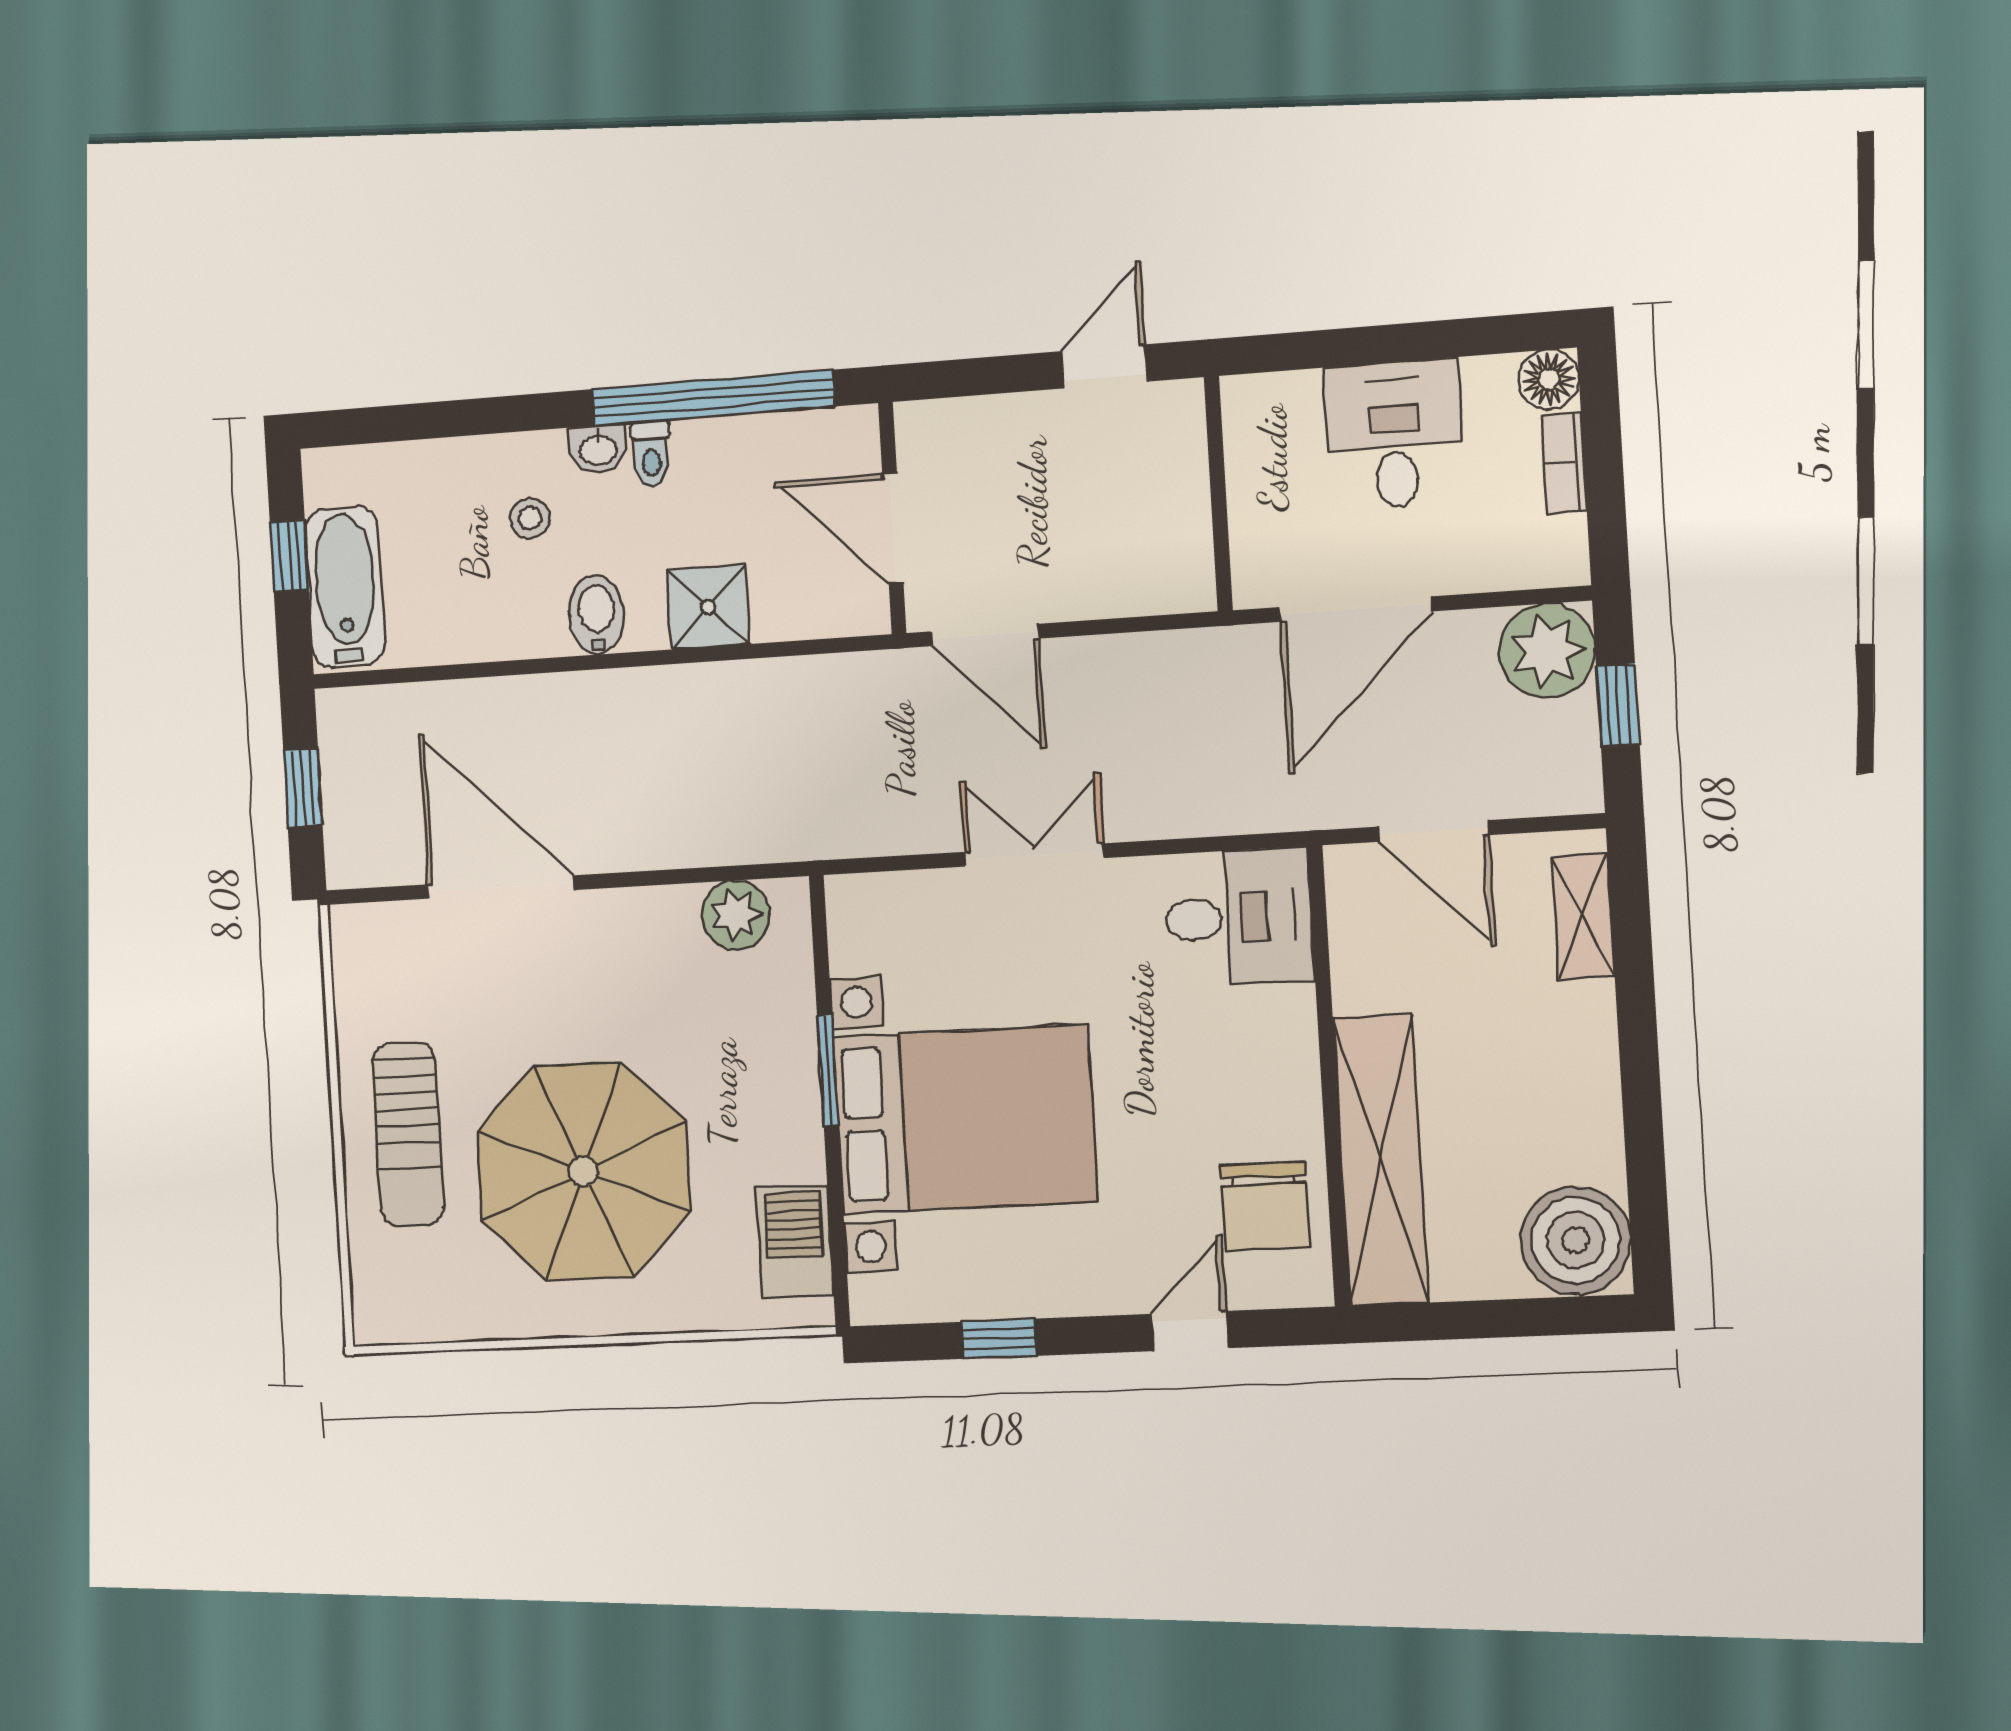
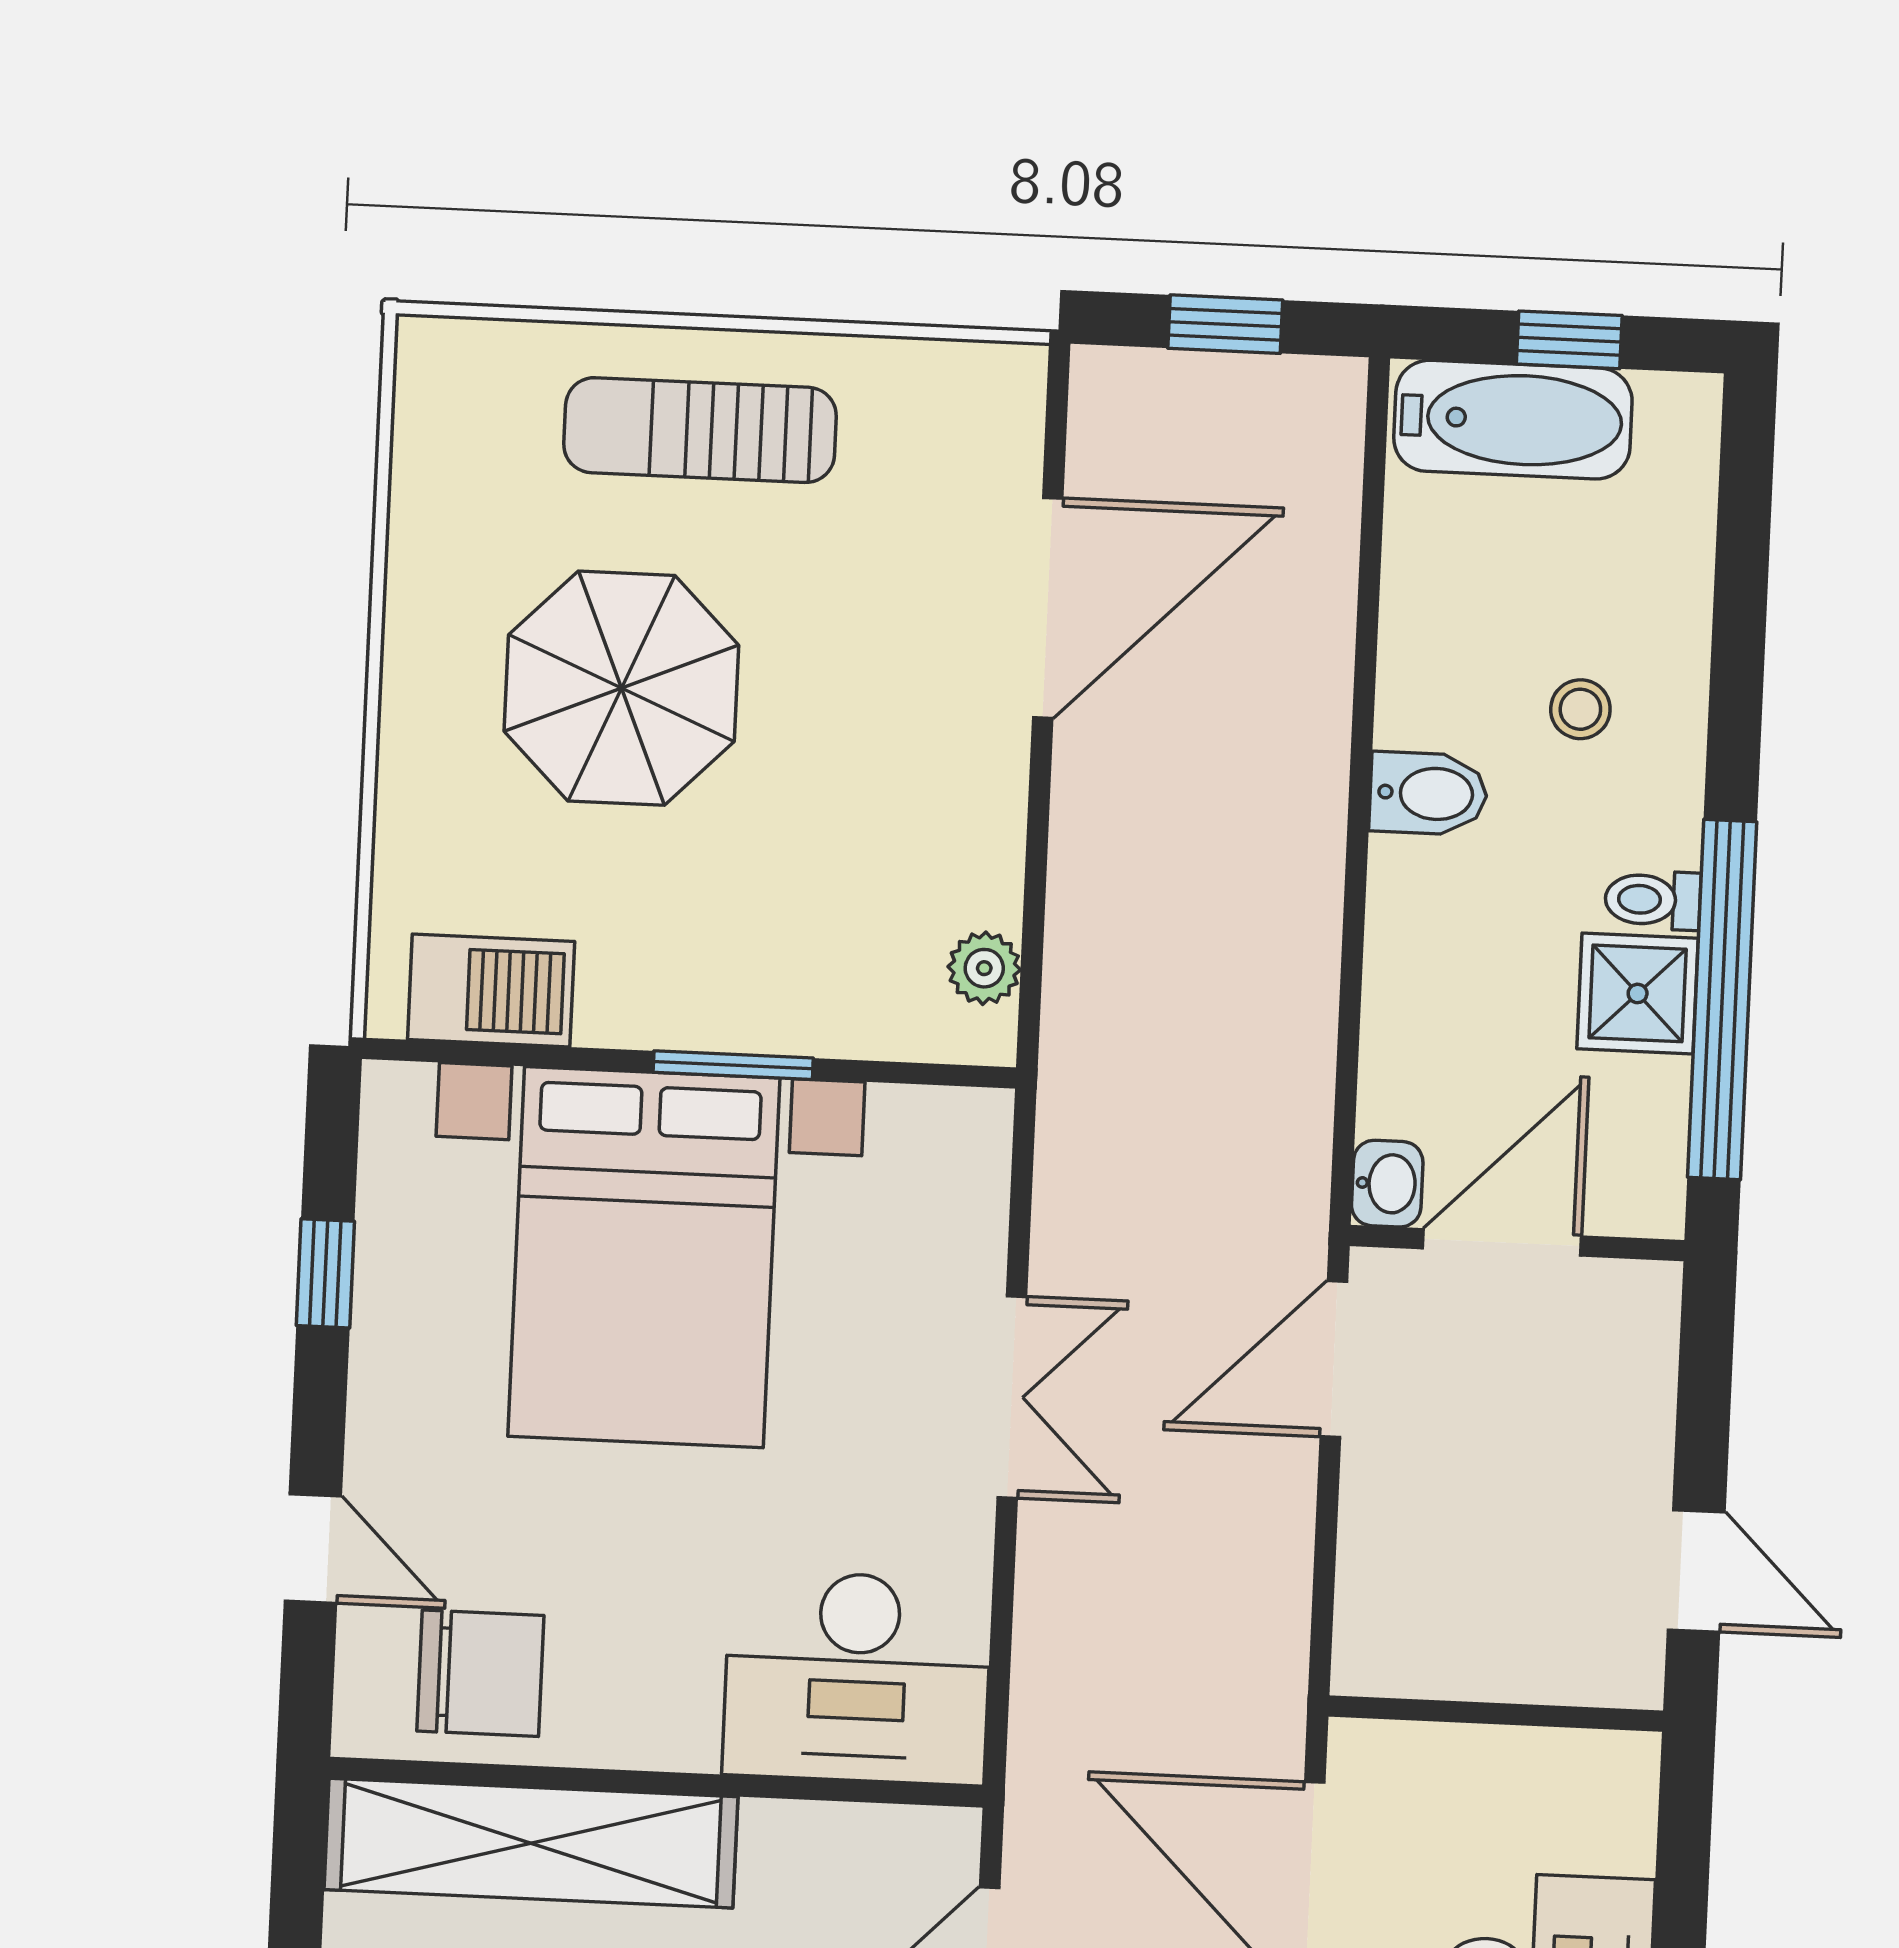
washbasin: (598, 449) -> (1387, 1184), moved, turned 180
shower: (708, 607) -> (1638, 993), moved
plant: (736, 915) -> (984, 968), width x0.73, depth x0.73
desk: (1239, 917) -> (857, 1678), width x1.37
parasol: (583, 1171) -> (621, 688), width x0.73, depth x0.73
chair: (1265, 1206) -> (480, 1673), turned 180

